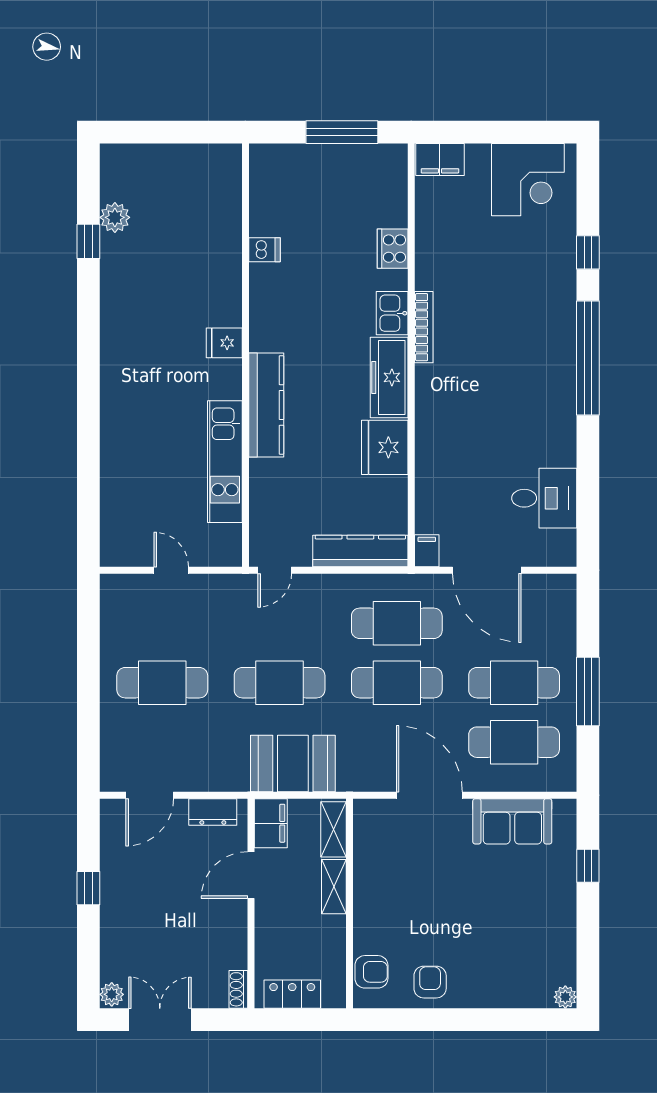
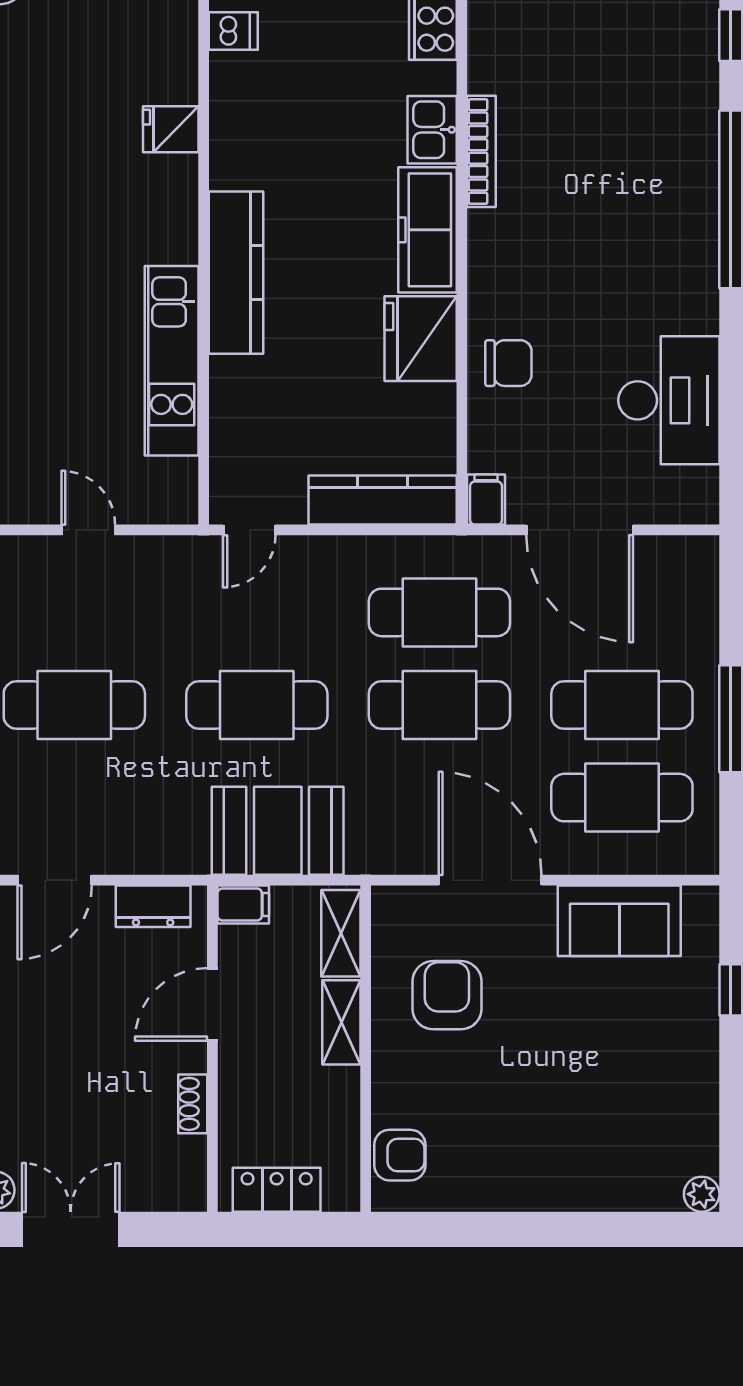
fridge: (224, 343) -> (171, 129), moved
chair: (441, 463) -> (508, 363), added
desk: (544, 498) -> (669, 400), width x1.37
filing cabinet: (271, 823) -> (243, 904), width x0.50
armchair: (430, 982) -> (447, 995), moved, width x1.38, depth x1.38
shoe rack: (238, 989) -> (193, 1104), moved

